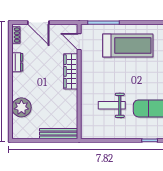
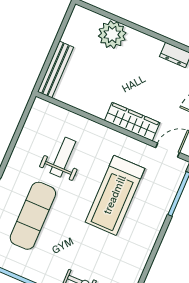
treadmill: (128, 46) -> (115, 195), moved

